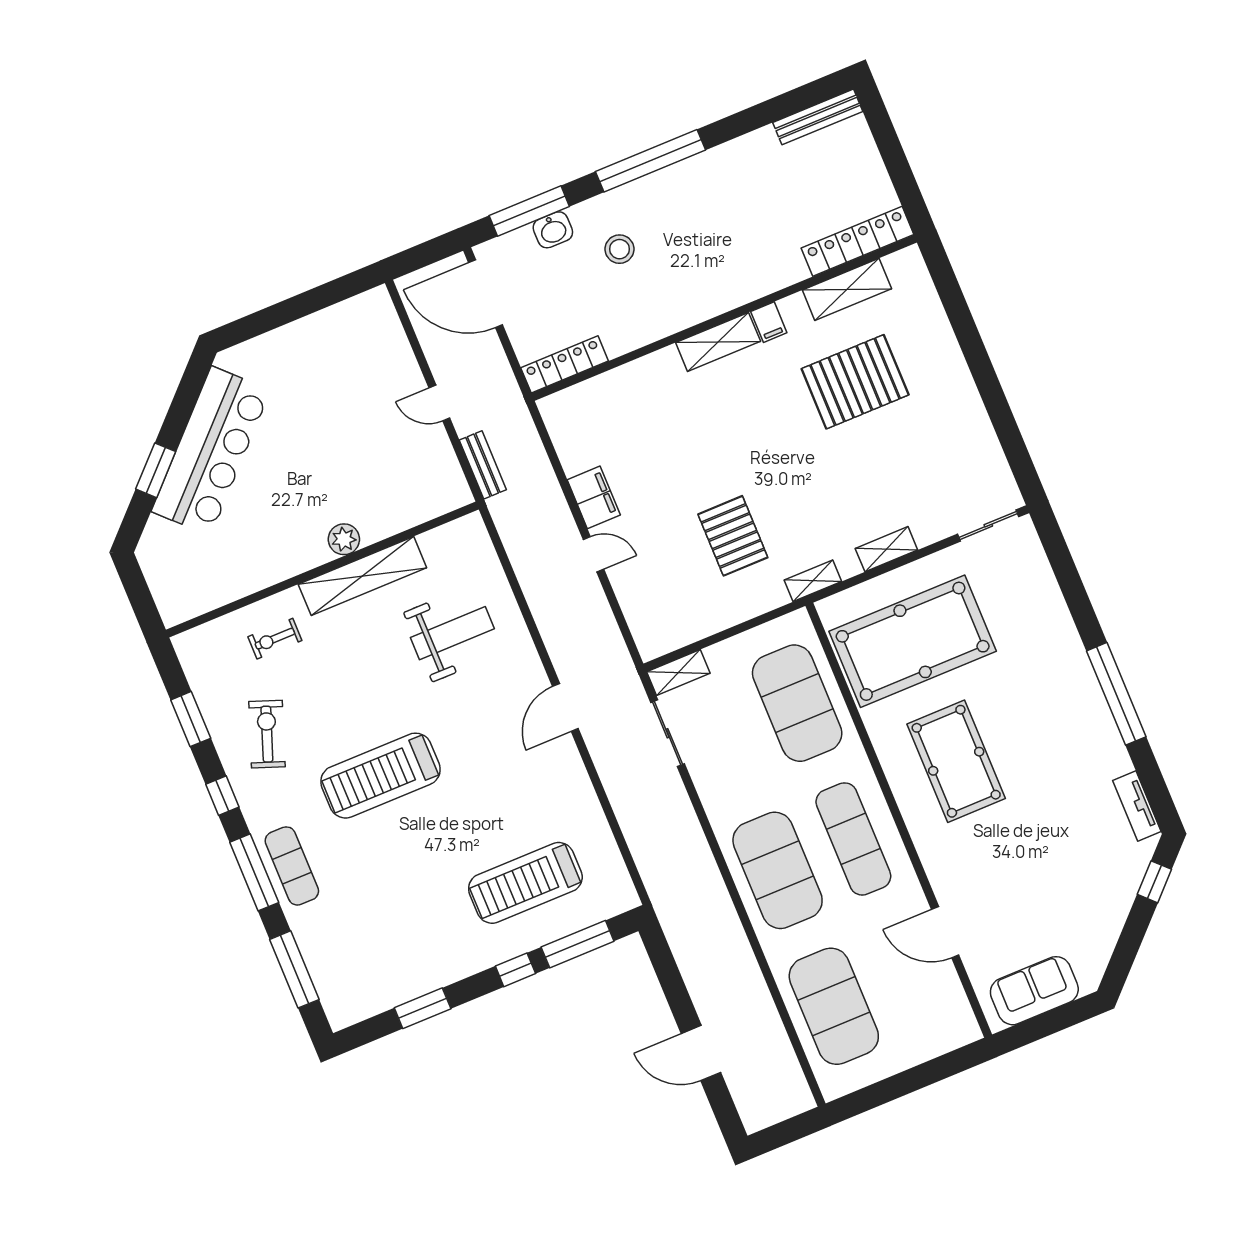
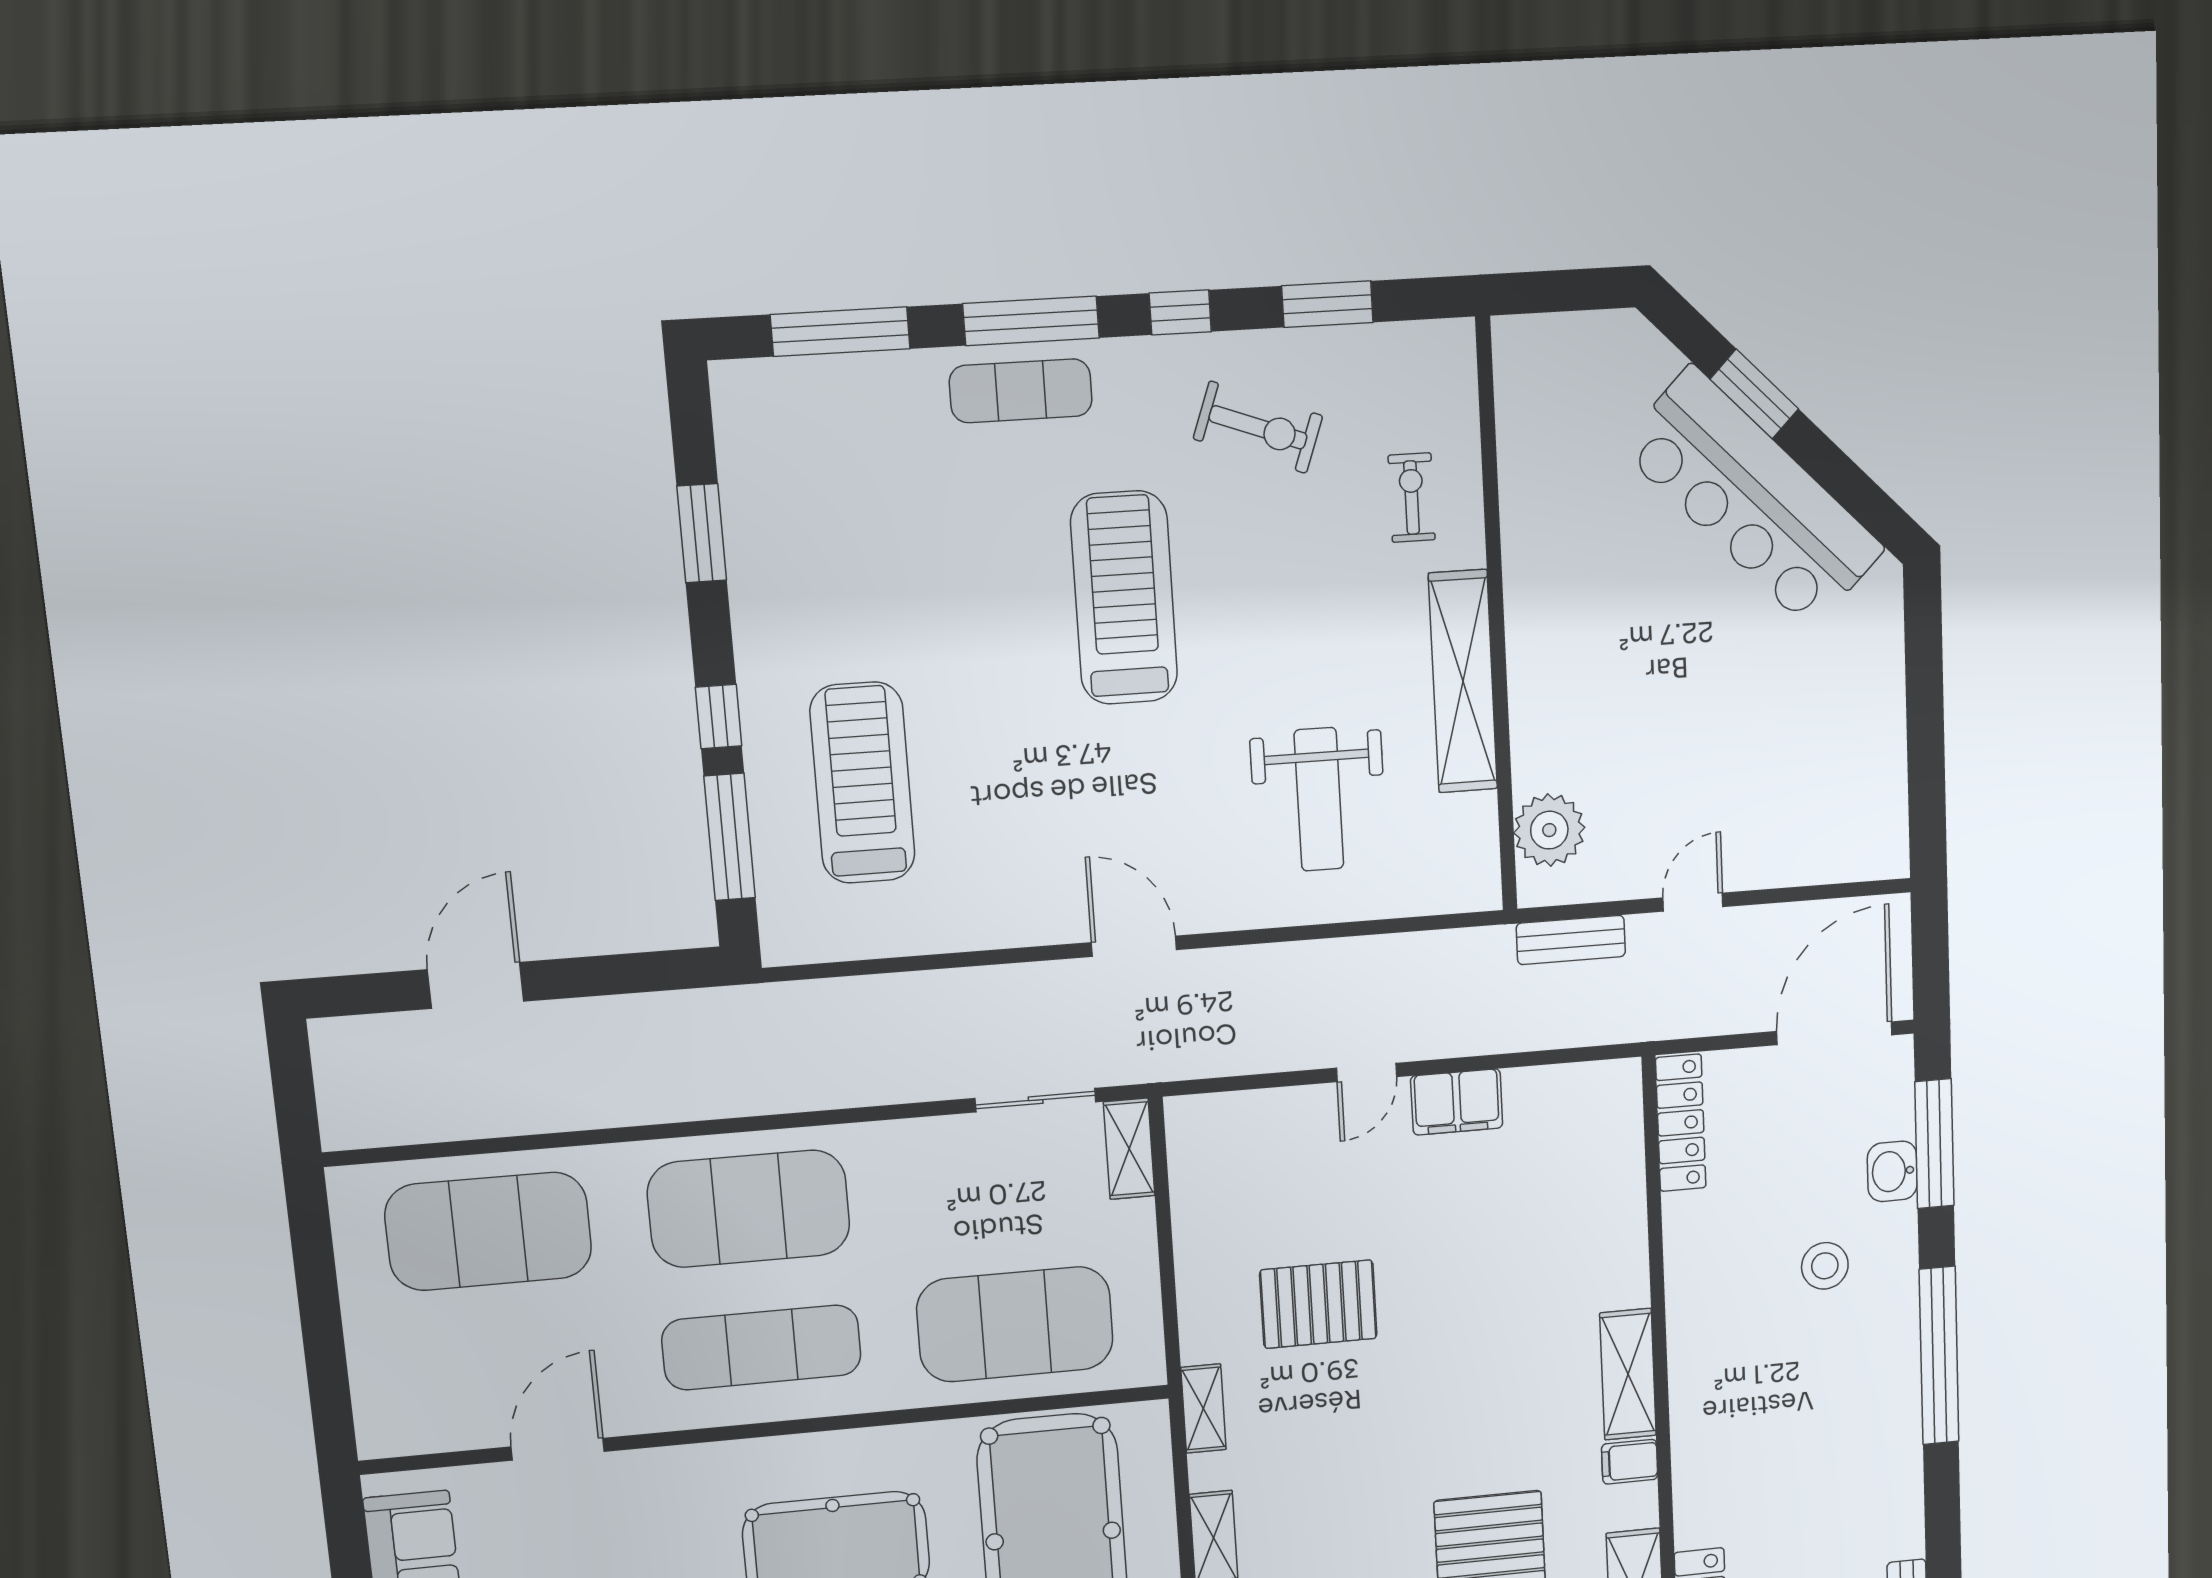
plant: (344, 539) -> (1549, 830), moved, width x1.36, depth x1.36

